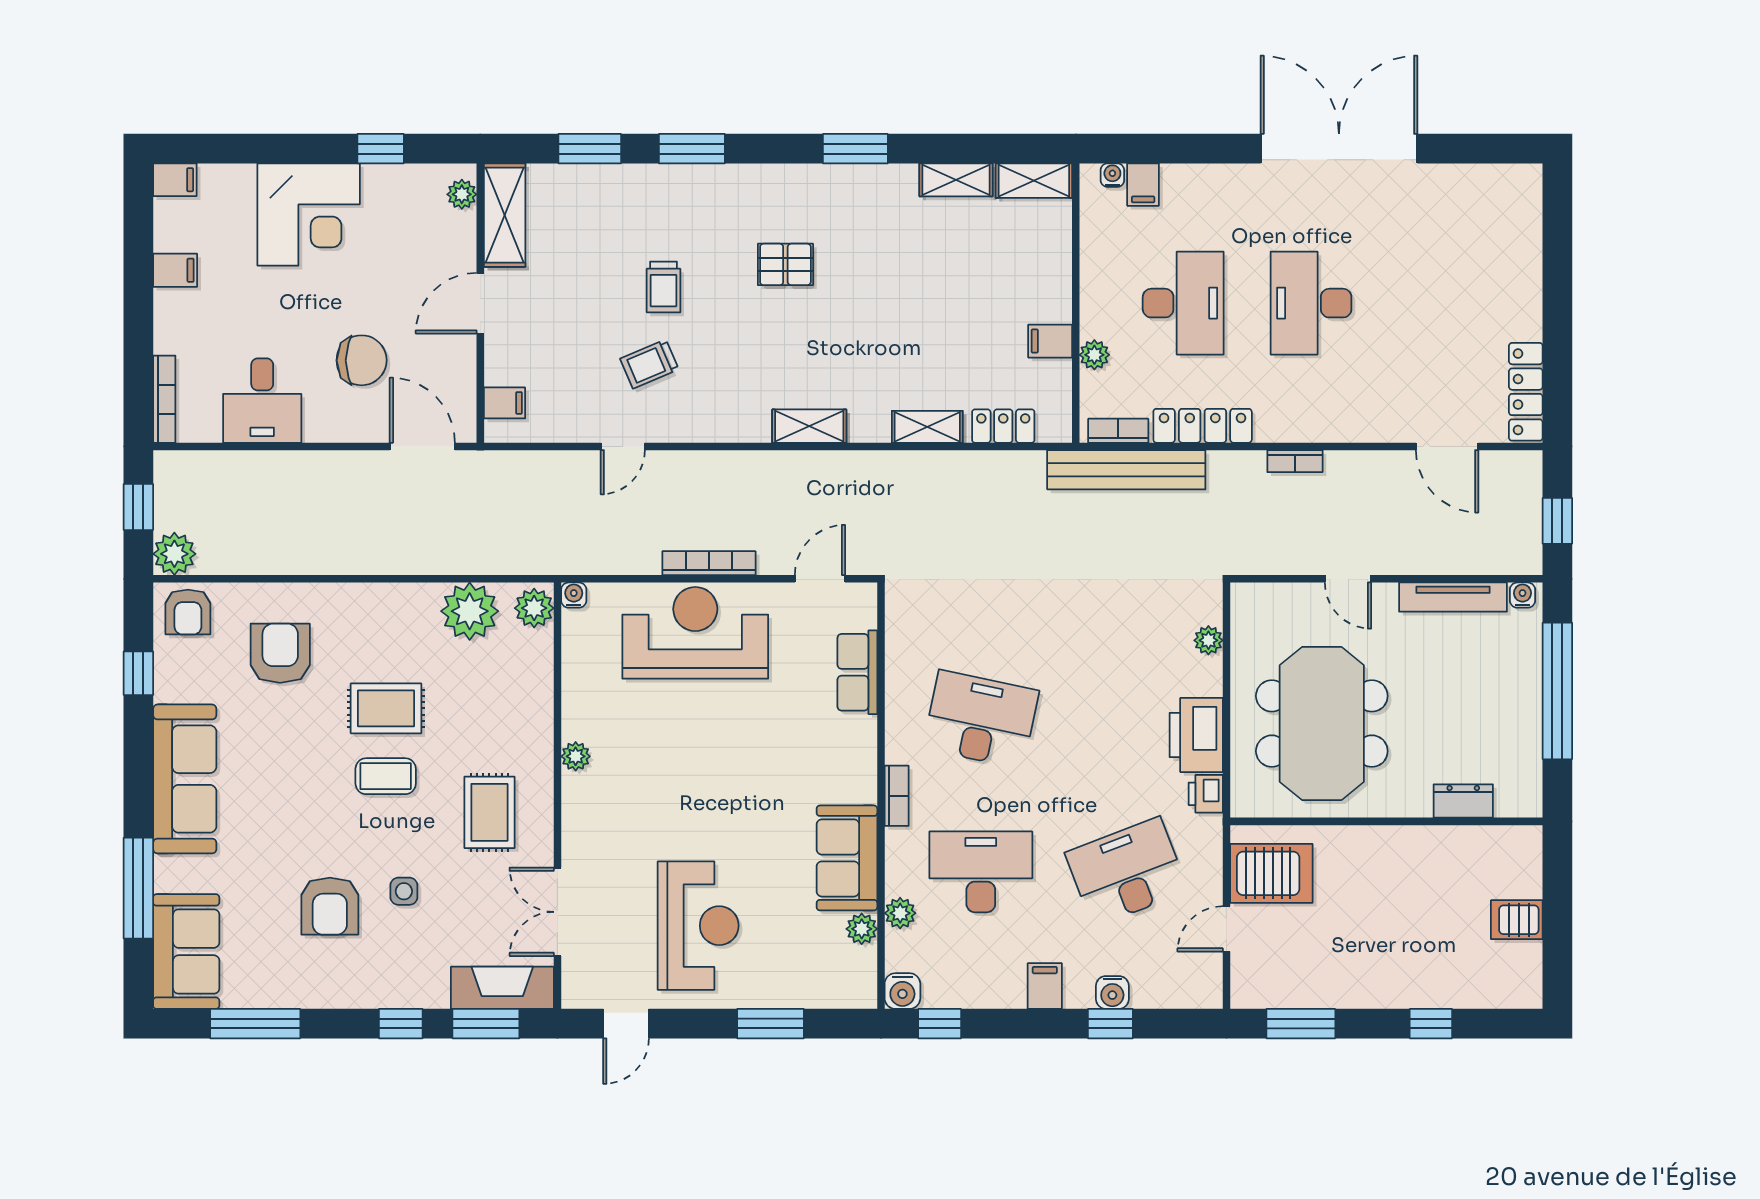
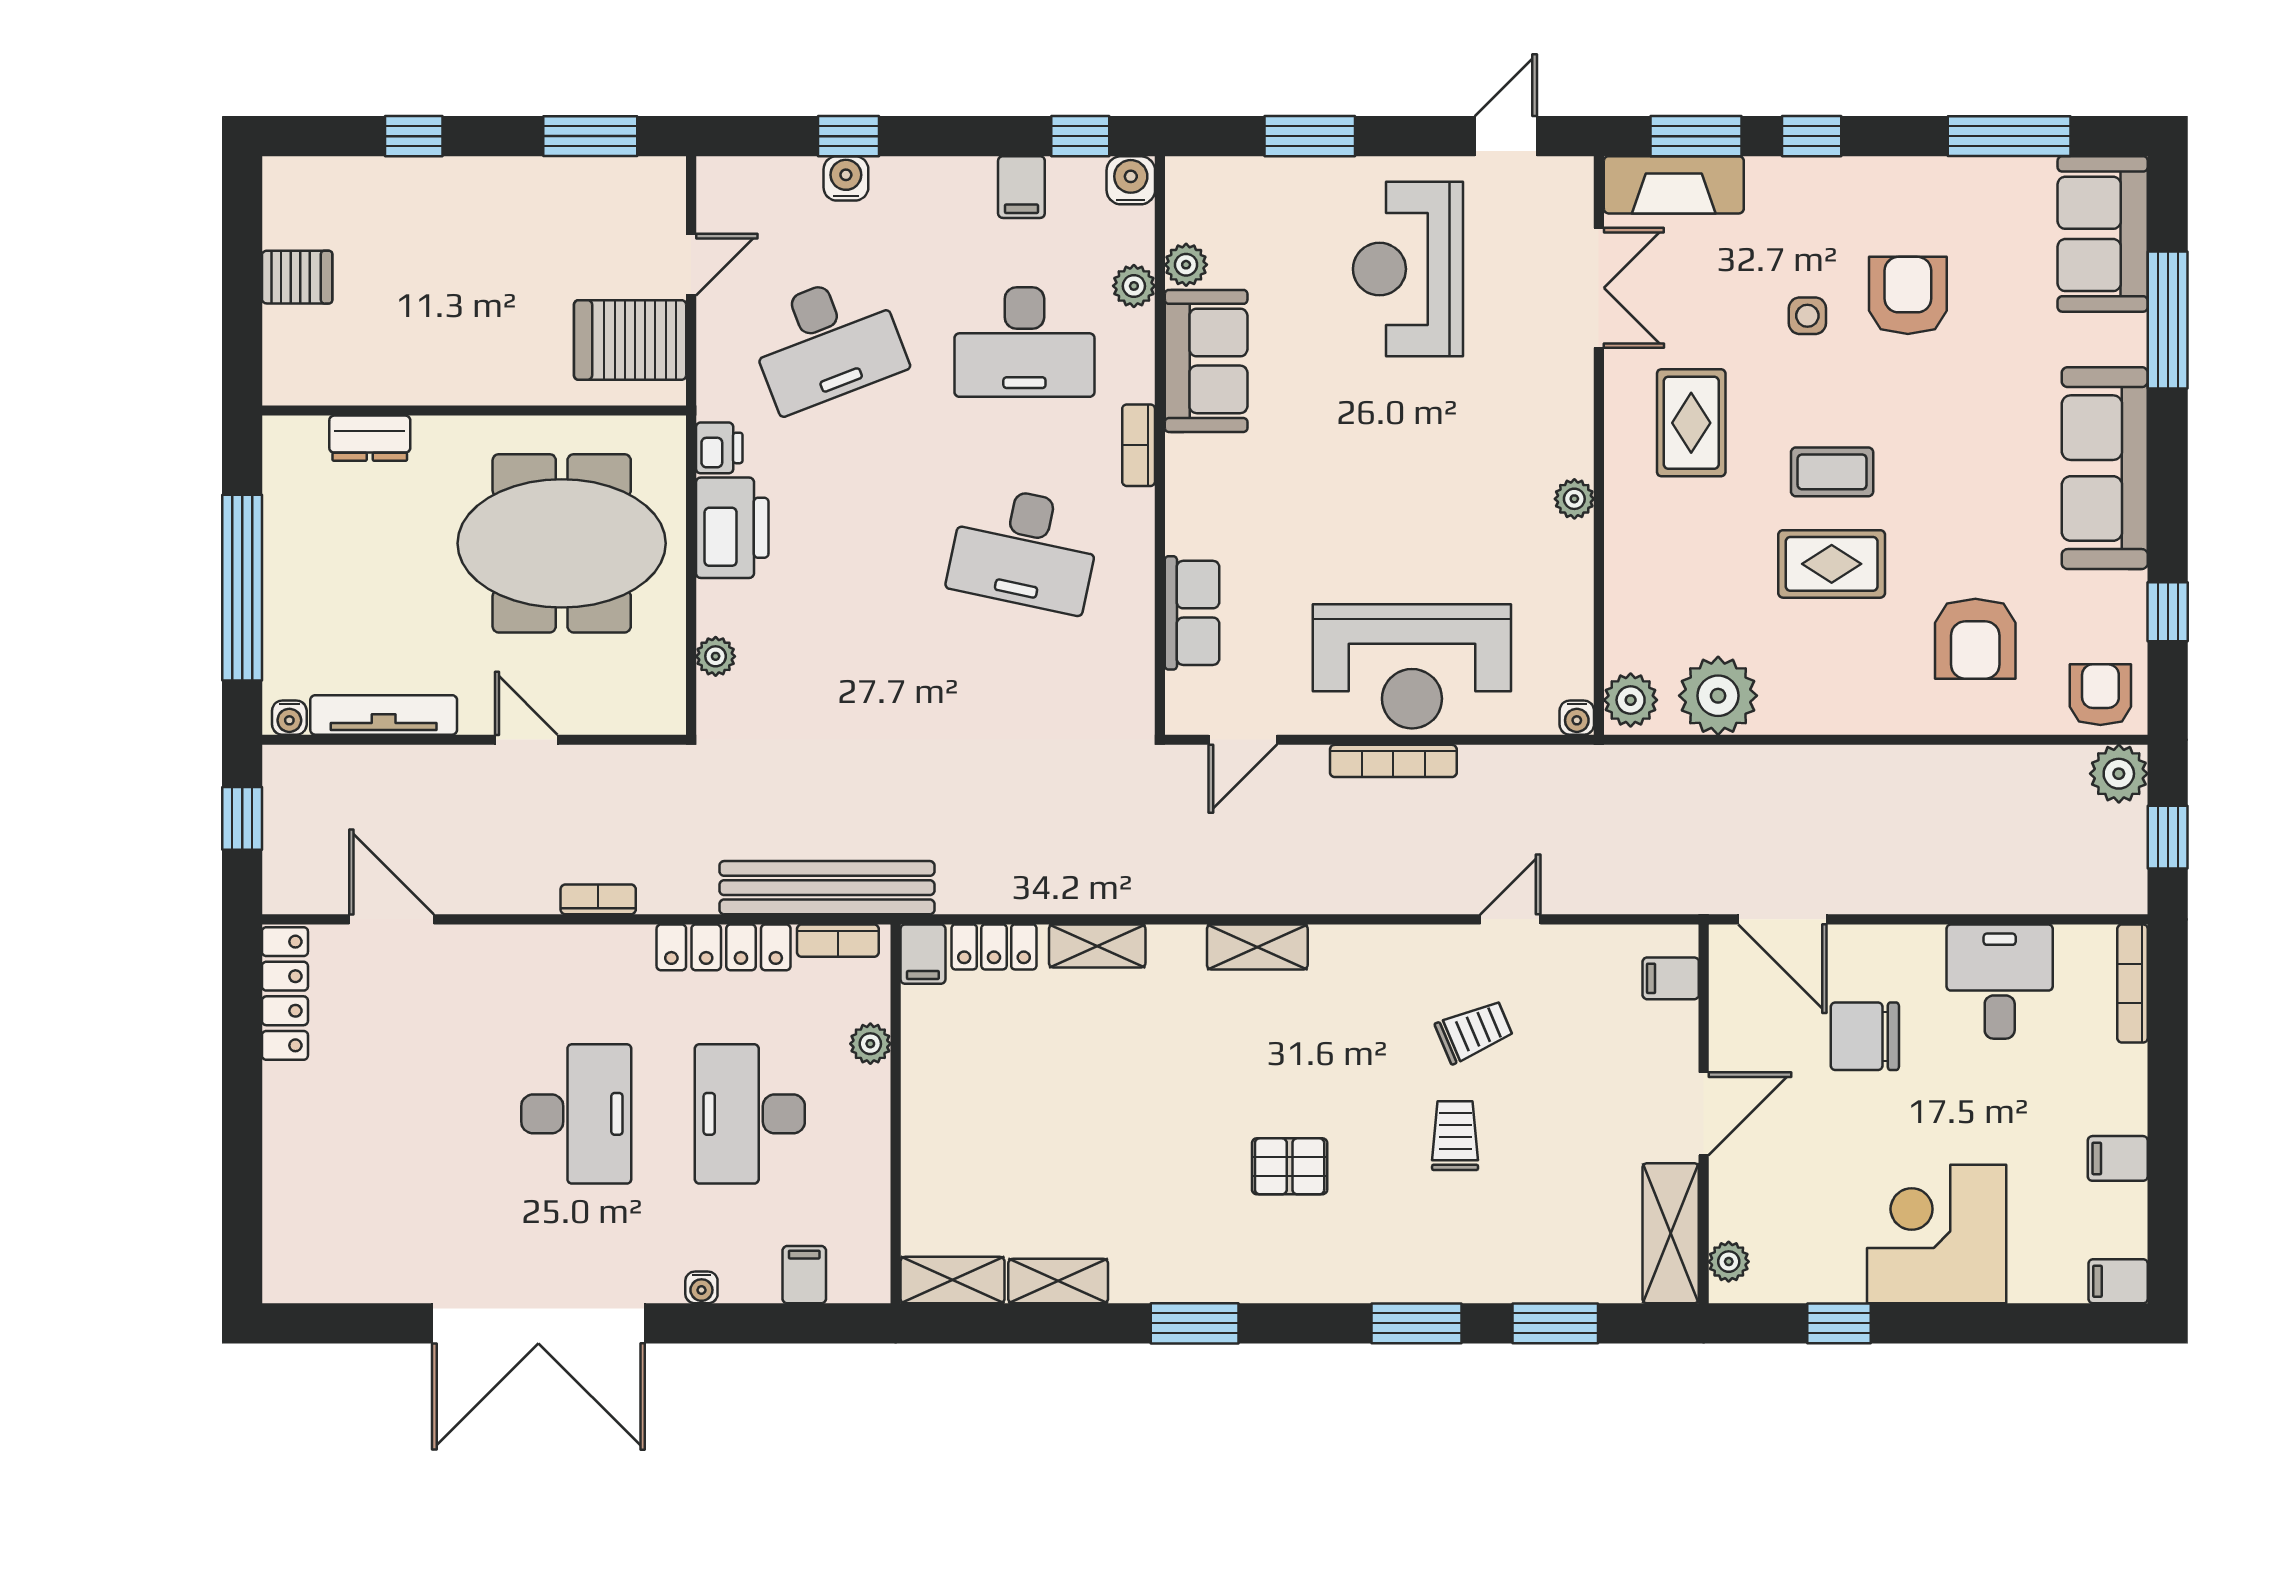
water cooler: (1112, 175) -> (701, 1287), moved
filing cabinet: (1050, 341) -> (923, 954), moved, turned 90
meeting table: (1322, 723) -> (562, 543), turned 90
filing cabinet: (1045, 986) -> (1021, 187), moved

